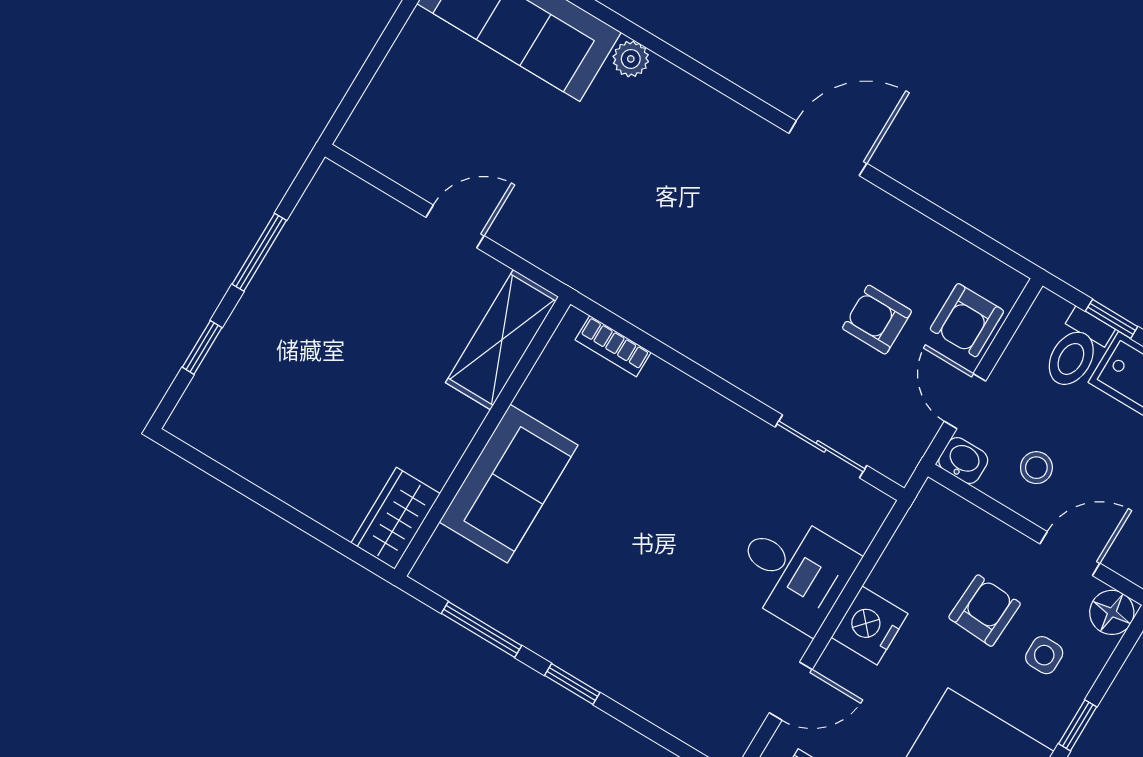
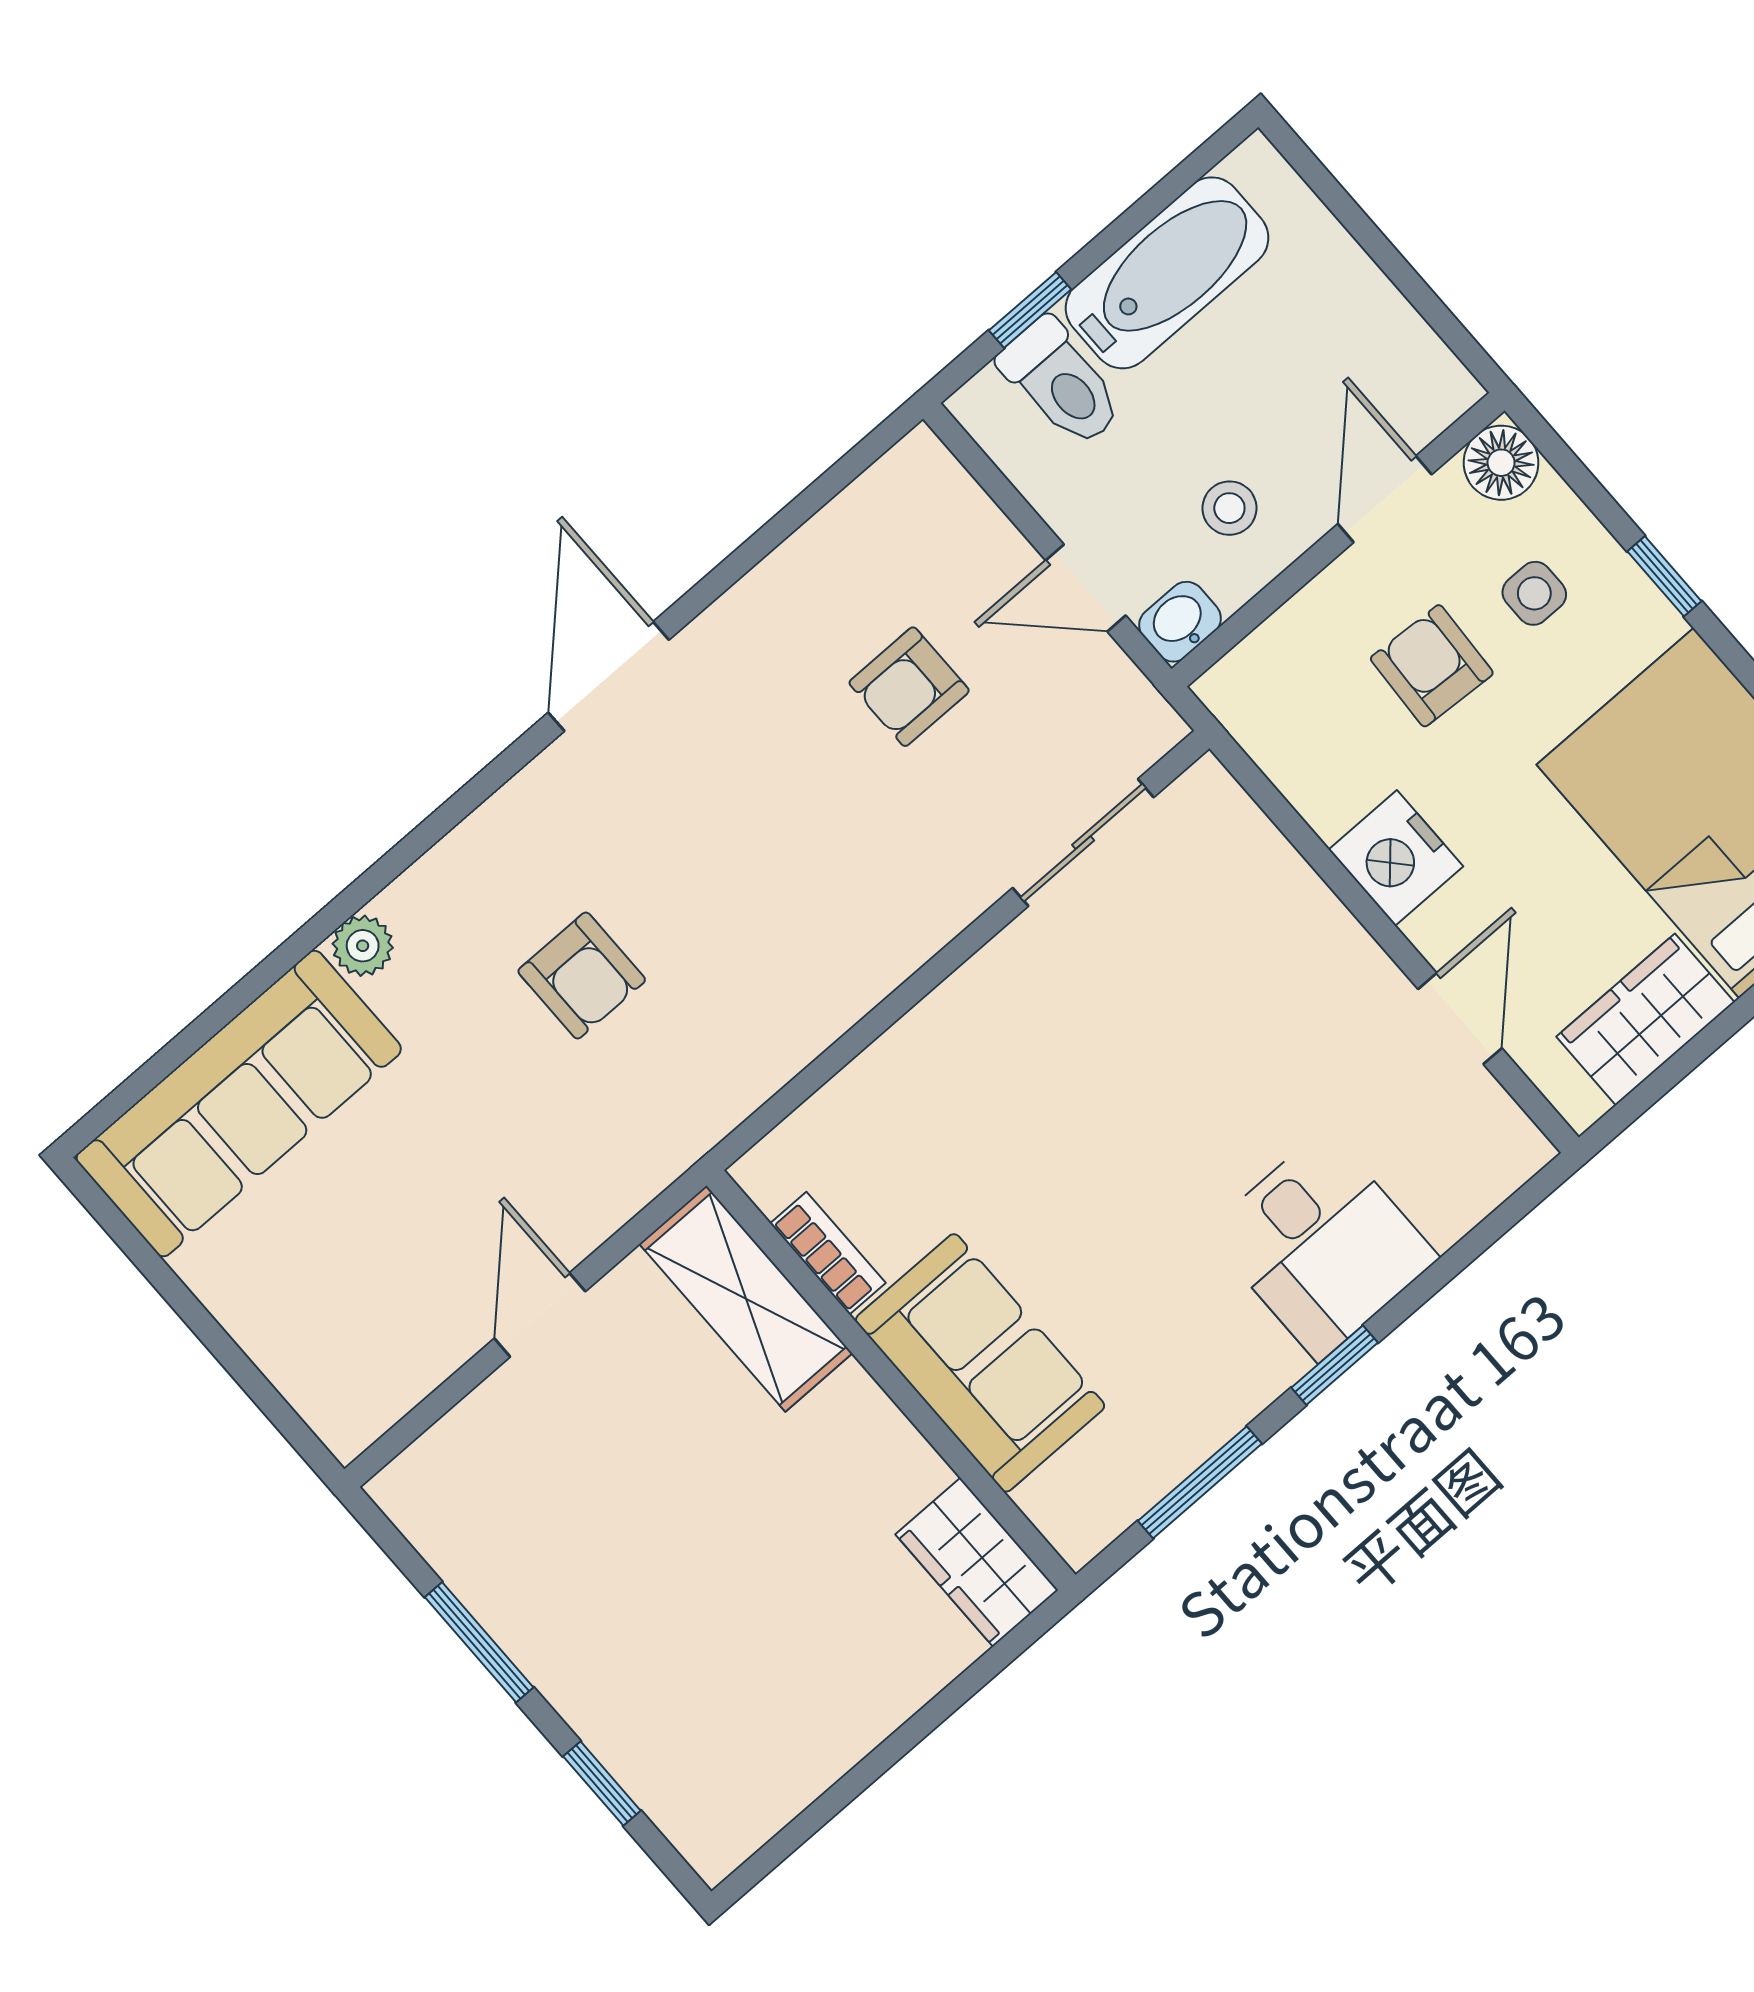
armchair: (967, 320) -> (582, 976), moved
bookcase: (613, 346) -> (828, 1253), moved, turned -90
desk: (794, 571) -> (1322, 1245), moved, turned 90

